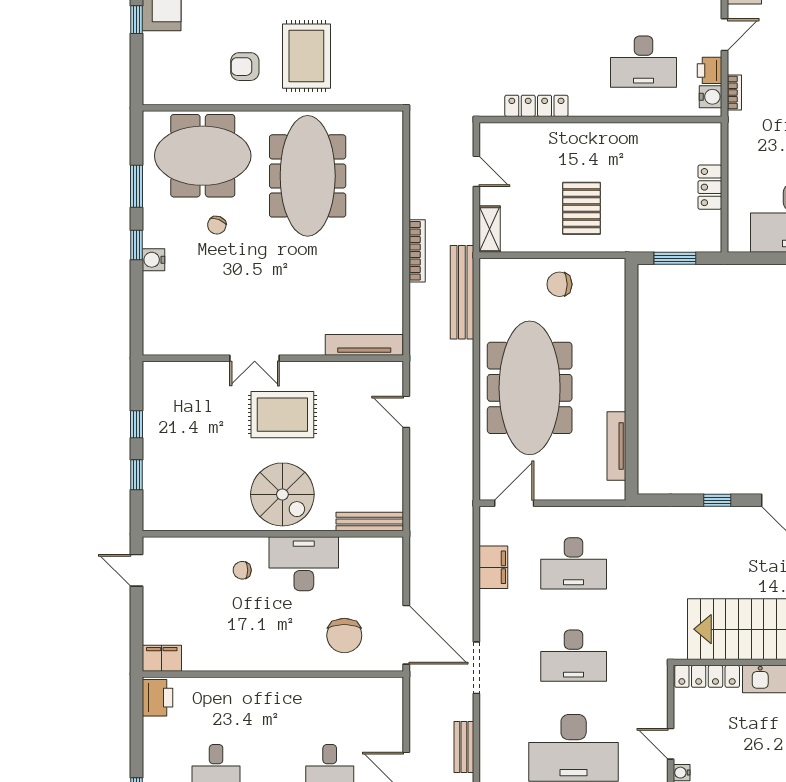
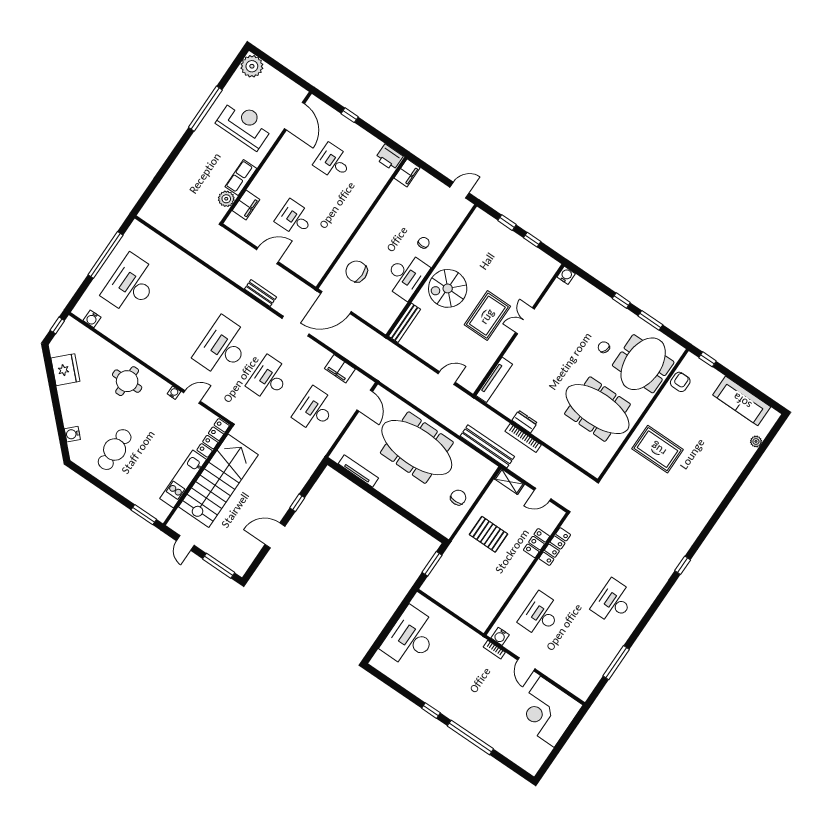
window: (136, 20) -> (707, 359), moved
armchair: (245, 67) -> (680, 382), moved
printer: (710, 70) -> (514, 645), removed
locker: (710, 187) -> (537, 543), moved, turned -90
water cooler: (153, 260) -> (566, 275), moved
dresser: (393, 264) -> (525, 422), added

